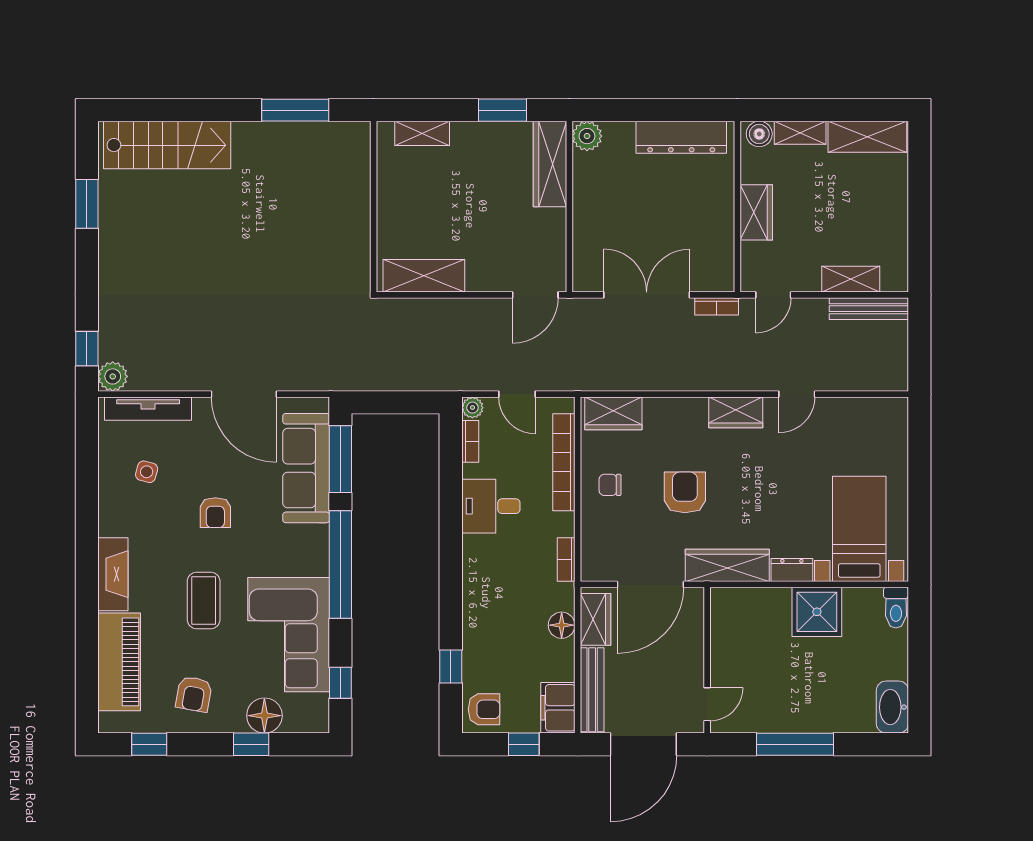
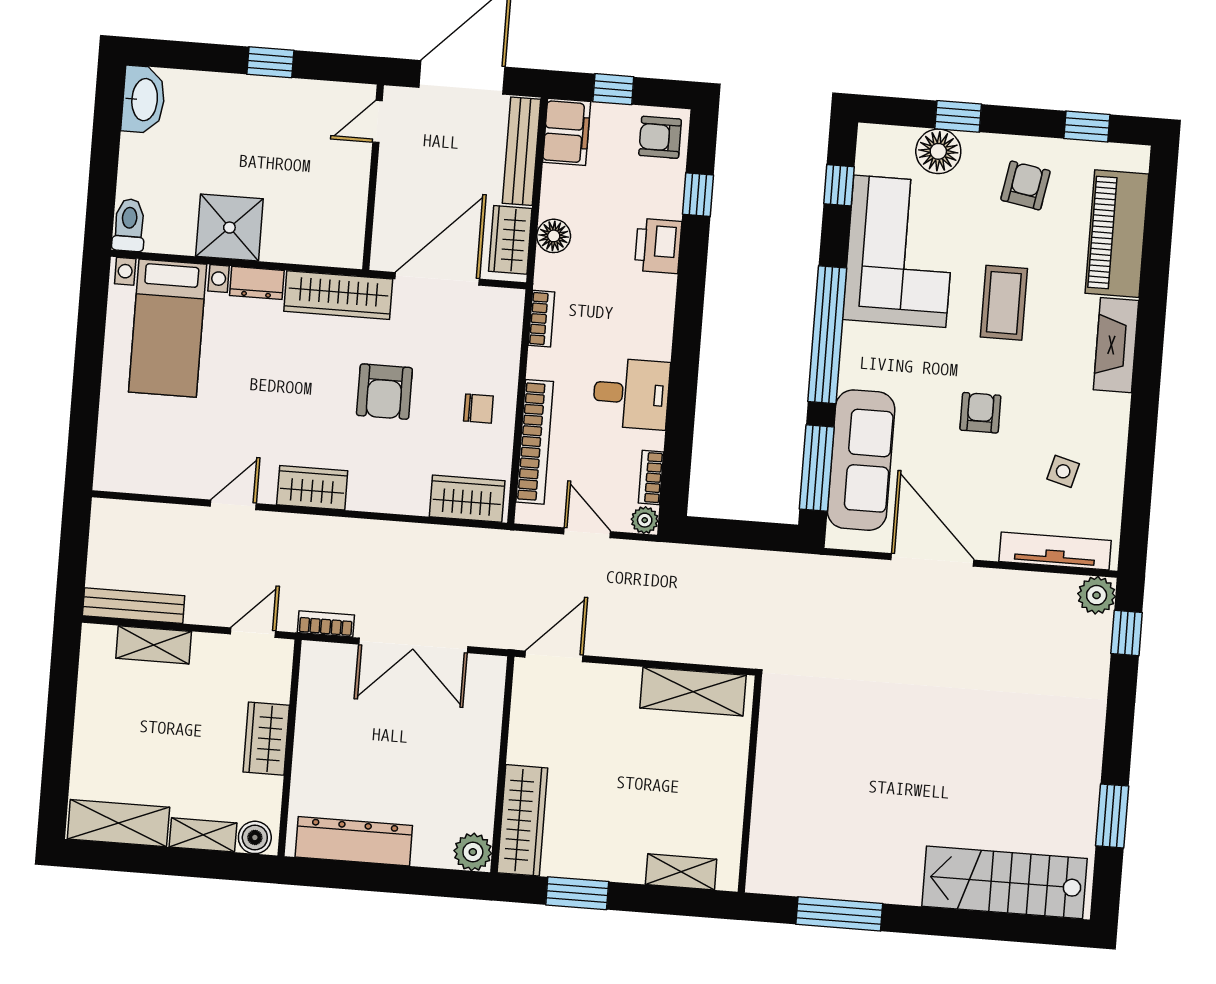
printer: (479, 624) -> (658, 246), added
window: (795, 744) -> (270, 62), width x0.46

